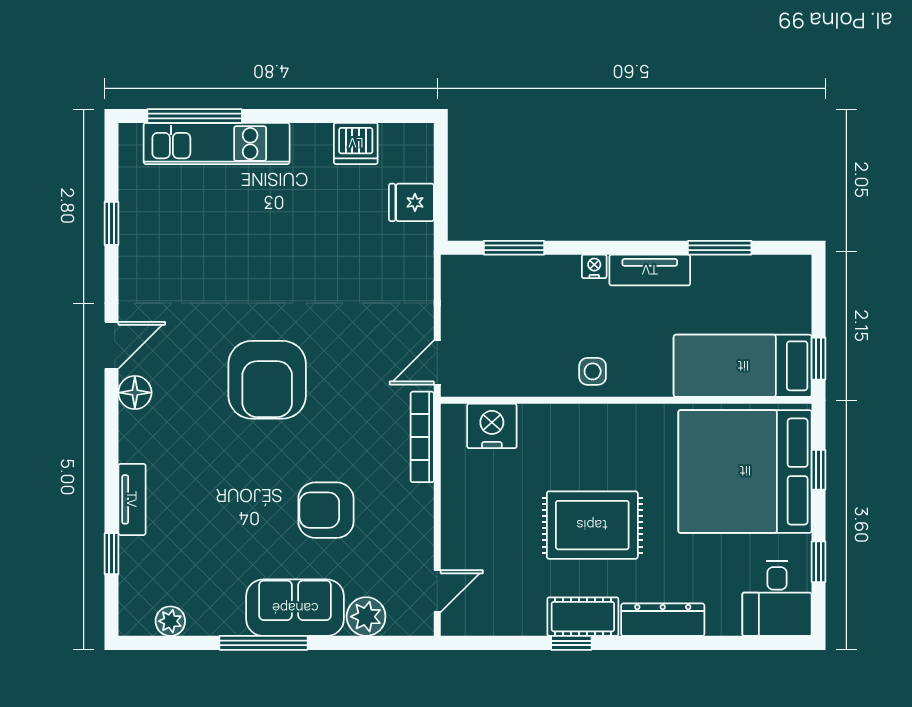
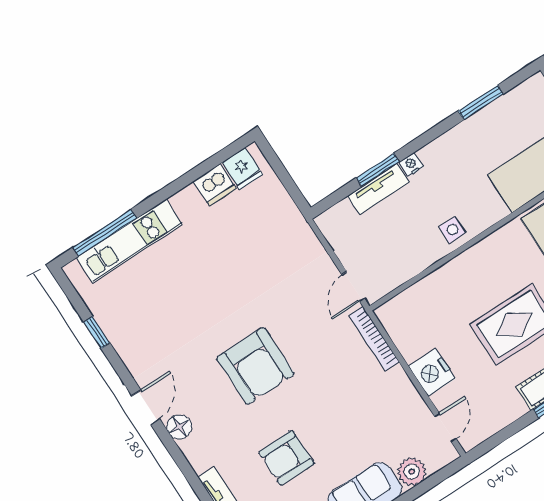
fridge: (411, 202) -> (242, 168), moved, turned -90
window: (514, 248) -> (378, 170), moved
tv unit: (650, 270) -> (378, 189), moved
nightstand: (492, 426) -> (432, 372), moved, turned -90
armchair: (326, 510) -> (286, 458), moved

